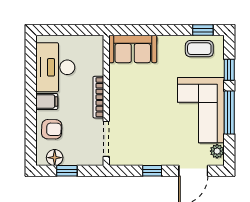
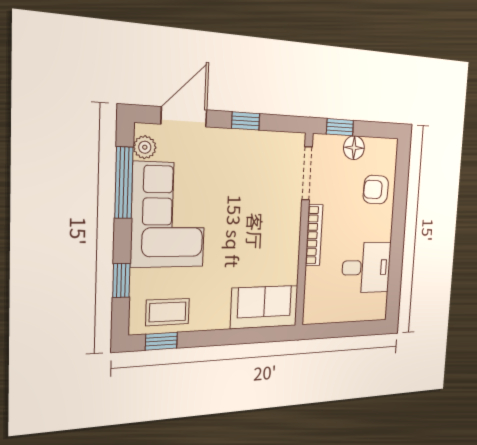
desk: (55, 67) -> (366, 268), width x0.73
filing cabinet: (47, 101) -> (379, 229), removed
window: (229, 113) -> (124, 183), moved
floor lamp: (55, 158) -> (354, 148), moved
window: (67, 171) -> (340, 127), moved

